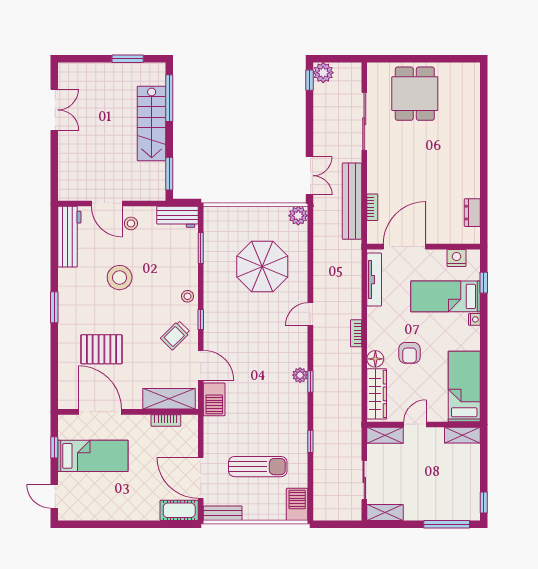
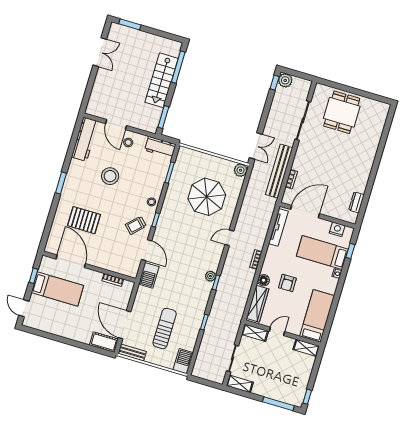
window: (128, 59) -> (130, 24), moved
shelving: (169, 399) -> (119, 266), removed
sun lounger: (258, 467) -> (165, 328), turned -90

